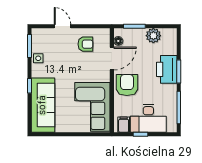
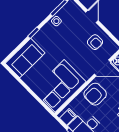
armchair: (127, 85) -> (95, 94), turned 180
sofa: (43, 105) -> (25, 58), width x0.73

